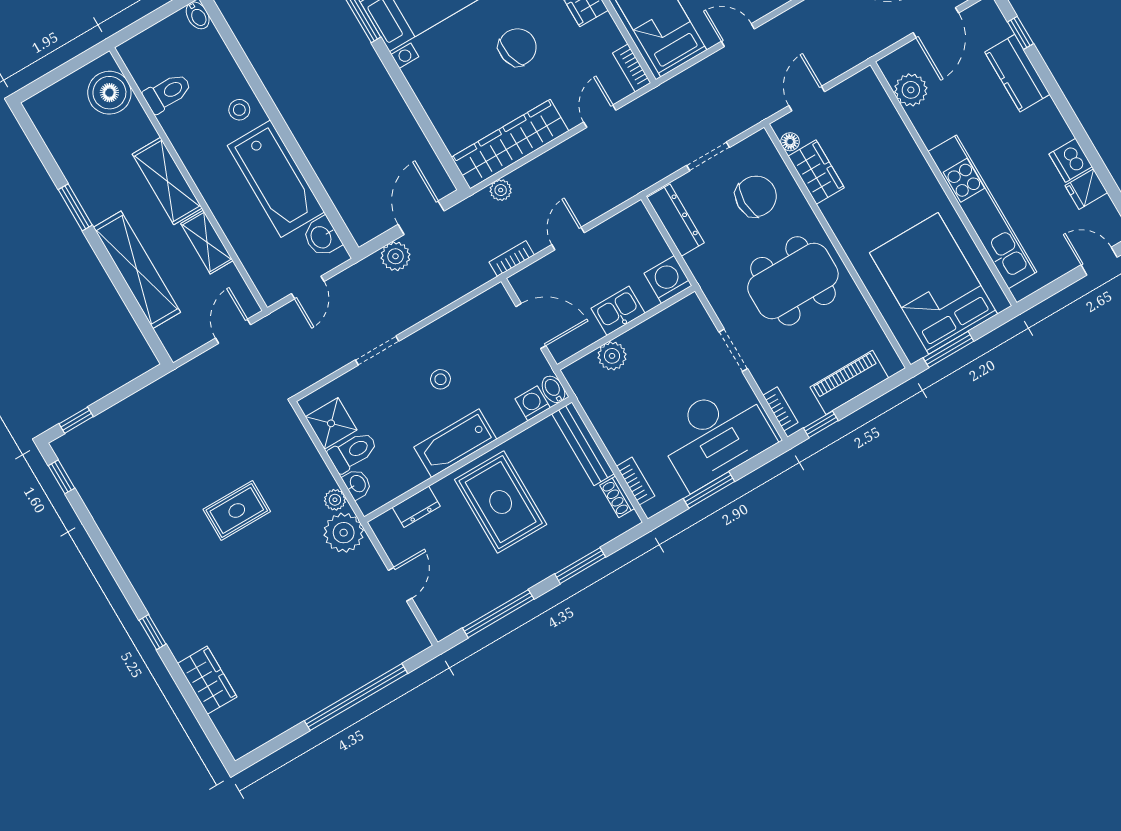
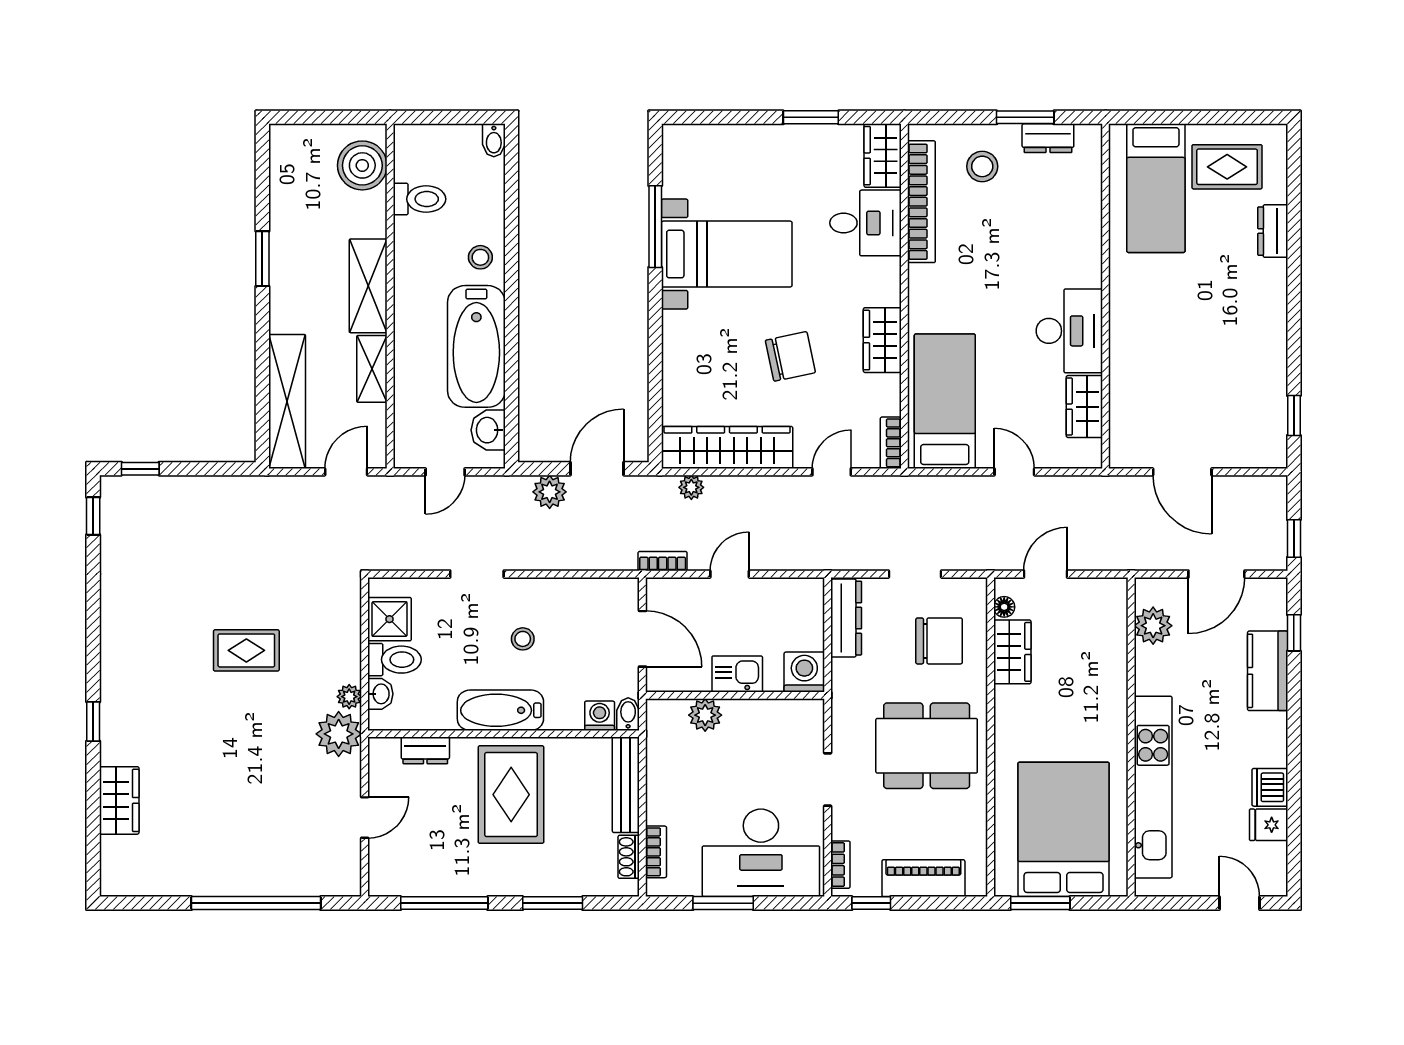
shelving: (137, 270) -> (287, 401), moved

